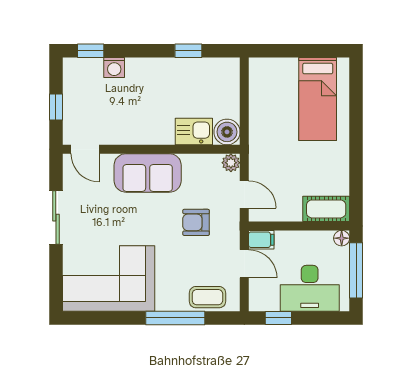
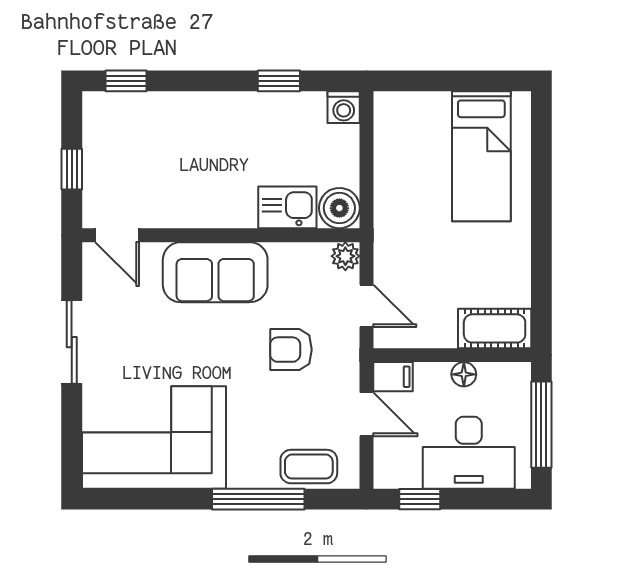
washing machine: (114, 68) -> (344, 107), moved
floor lamp: (342, 238) -> (464, 374), moved

